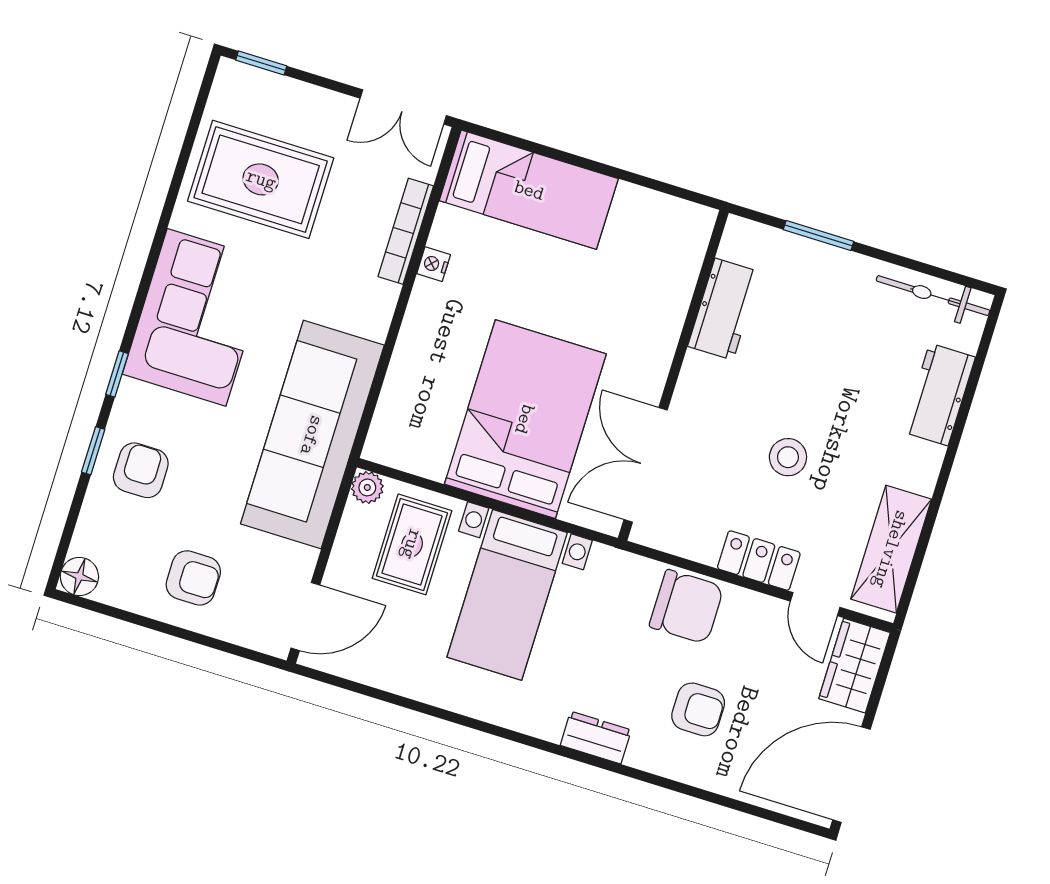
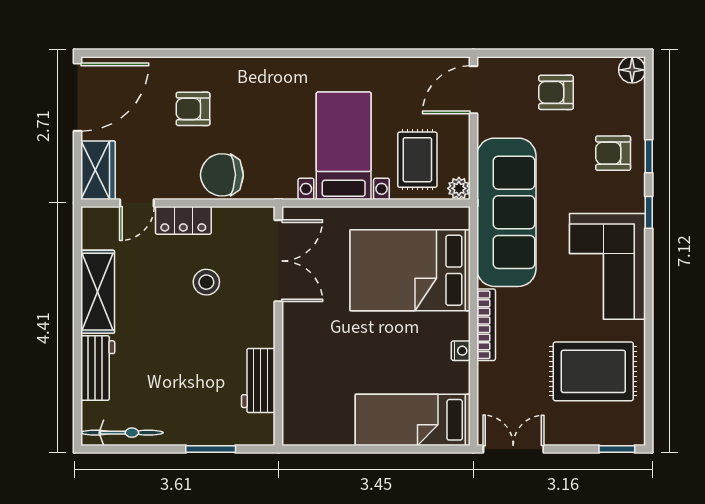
bookcase: (406, 231) -> (486, 325), moved
bed: (525, 419) -> (410, 270), moved, turned 90
stool: (788, 457) -> (206, 282), moved
armchair: (141, 470) -> (613, 153), turned 90
shelving: (891, 549) -> (98, 292), moved
door: (815, 604) -> (137, 203), swing flipped
dresser: (596, 738) -> (255, 69), removed

